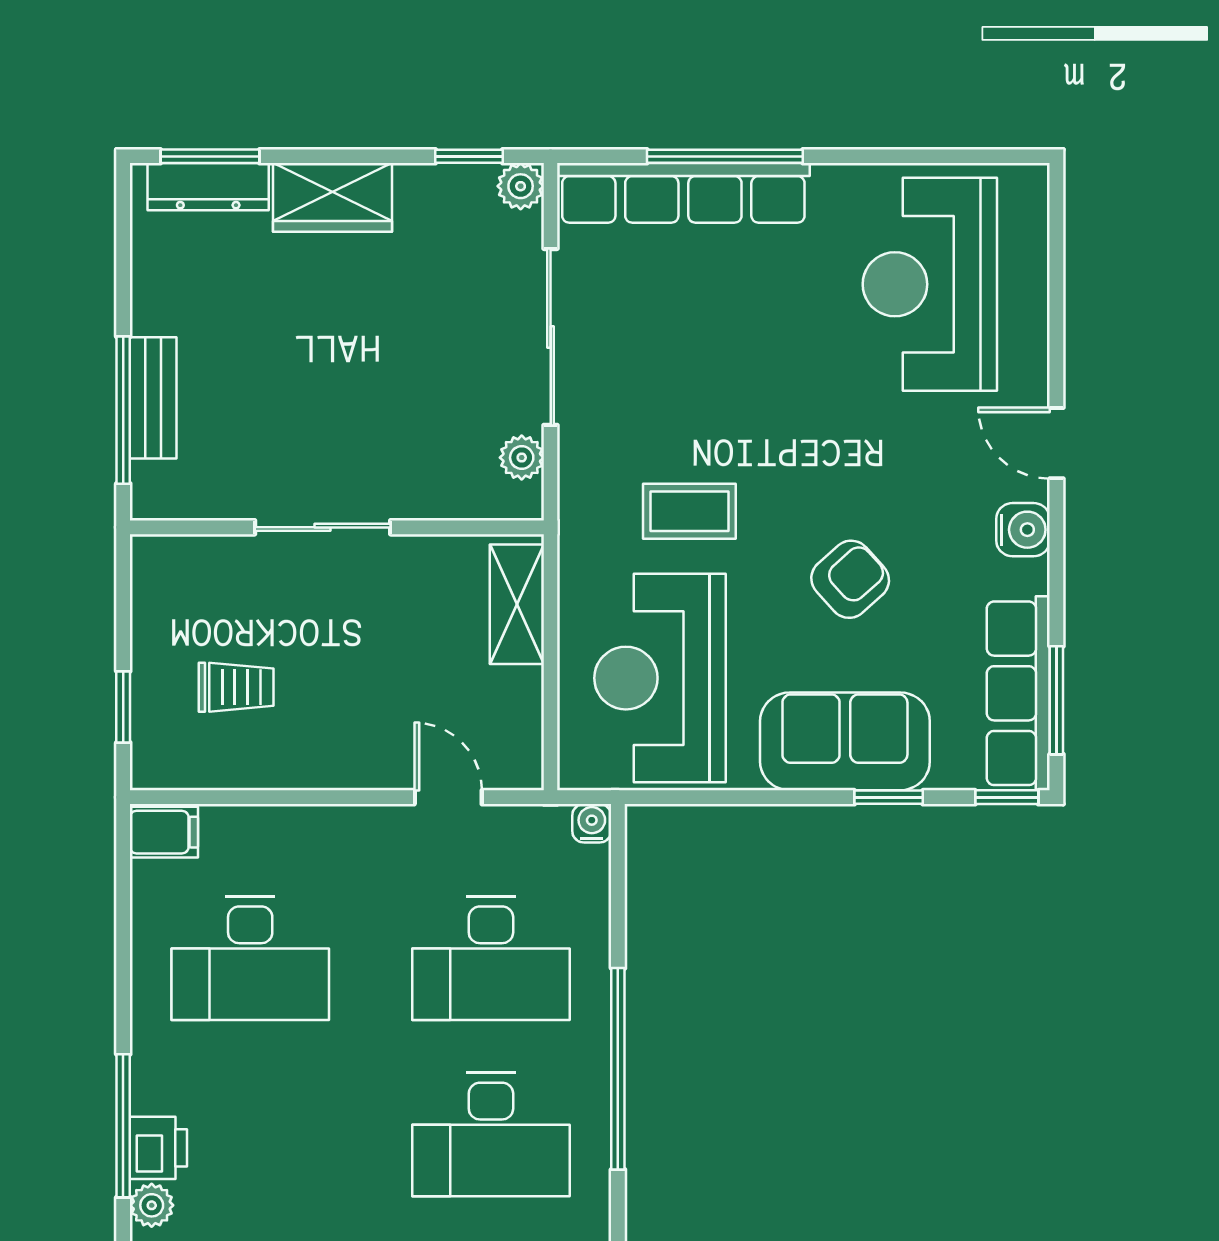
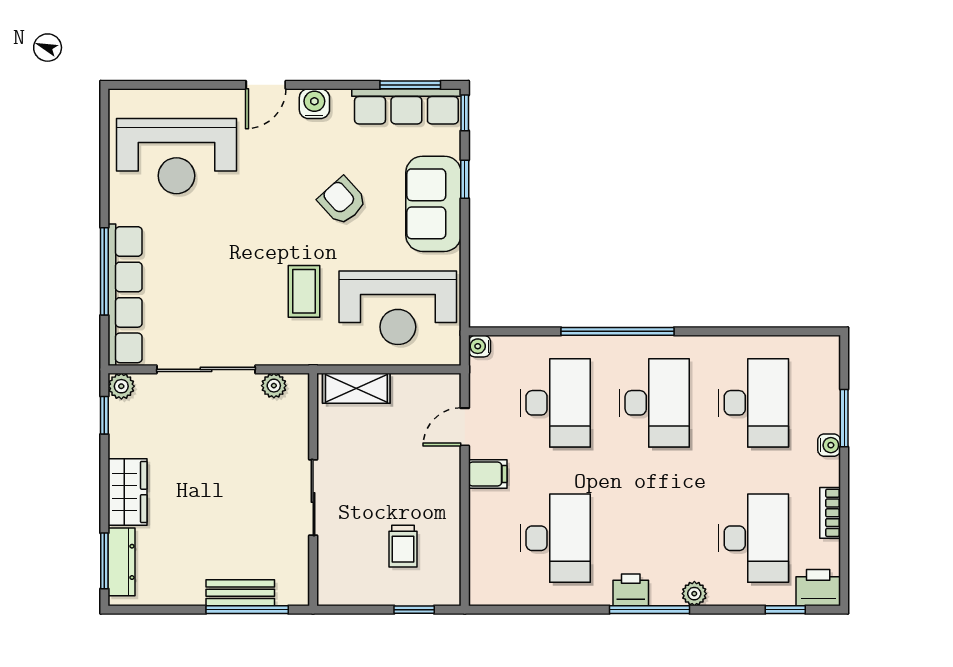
trolley: (236, 687) -> (403, 546), turned 180
filing cabinet: (164, 832) -> (488, 474), moved, turned 90
printer: (158, 1148) -> (631, 590), moved

